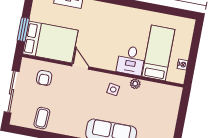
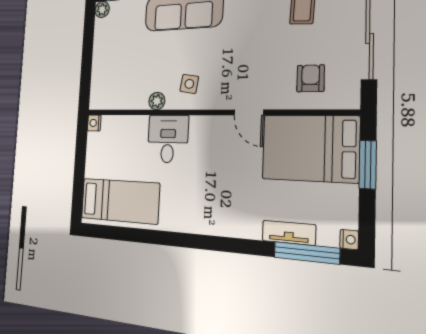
bed: (158, 53) -> (120, 201), moved, turned -90
nightstand: (183, 65) -> (94, 123), moved

